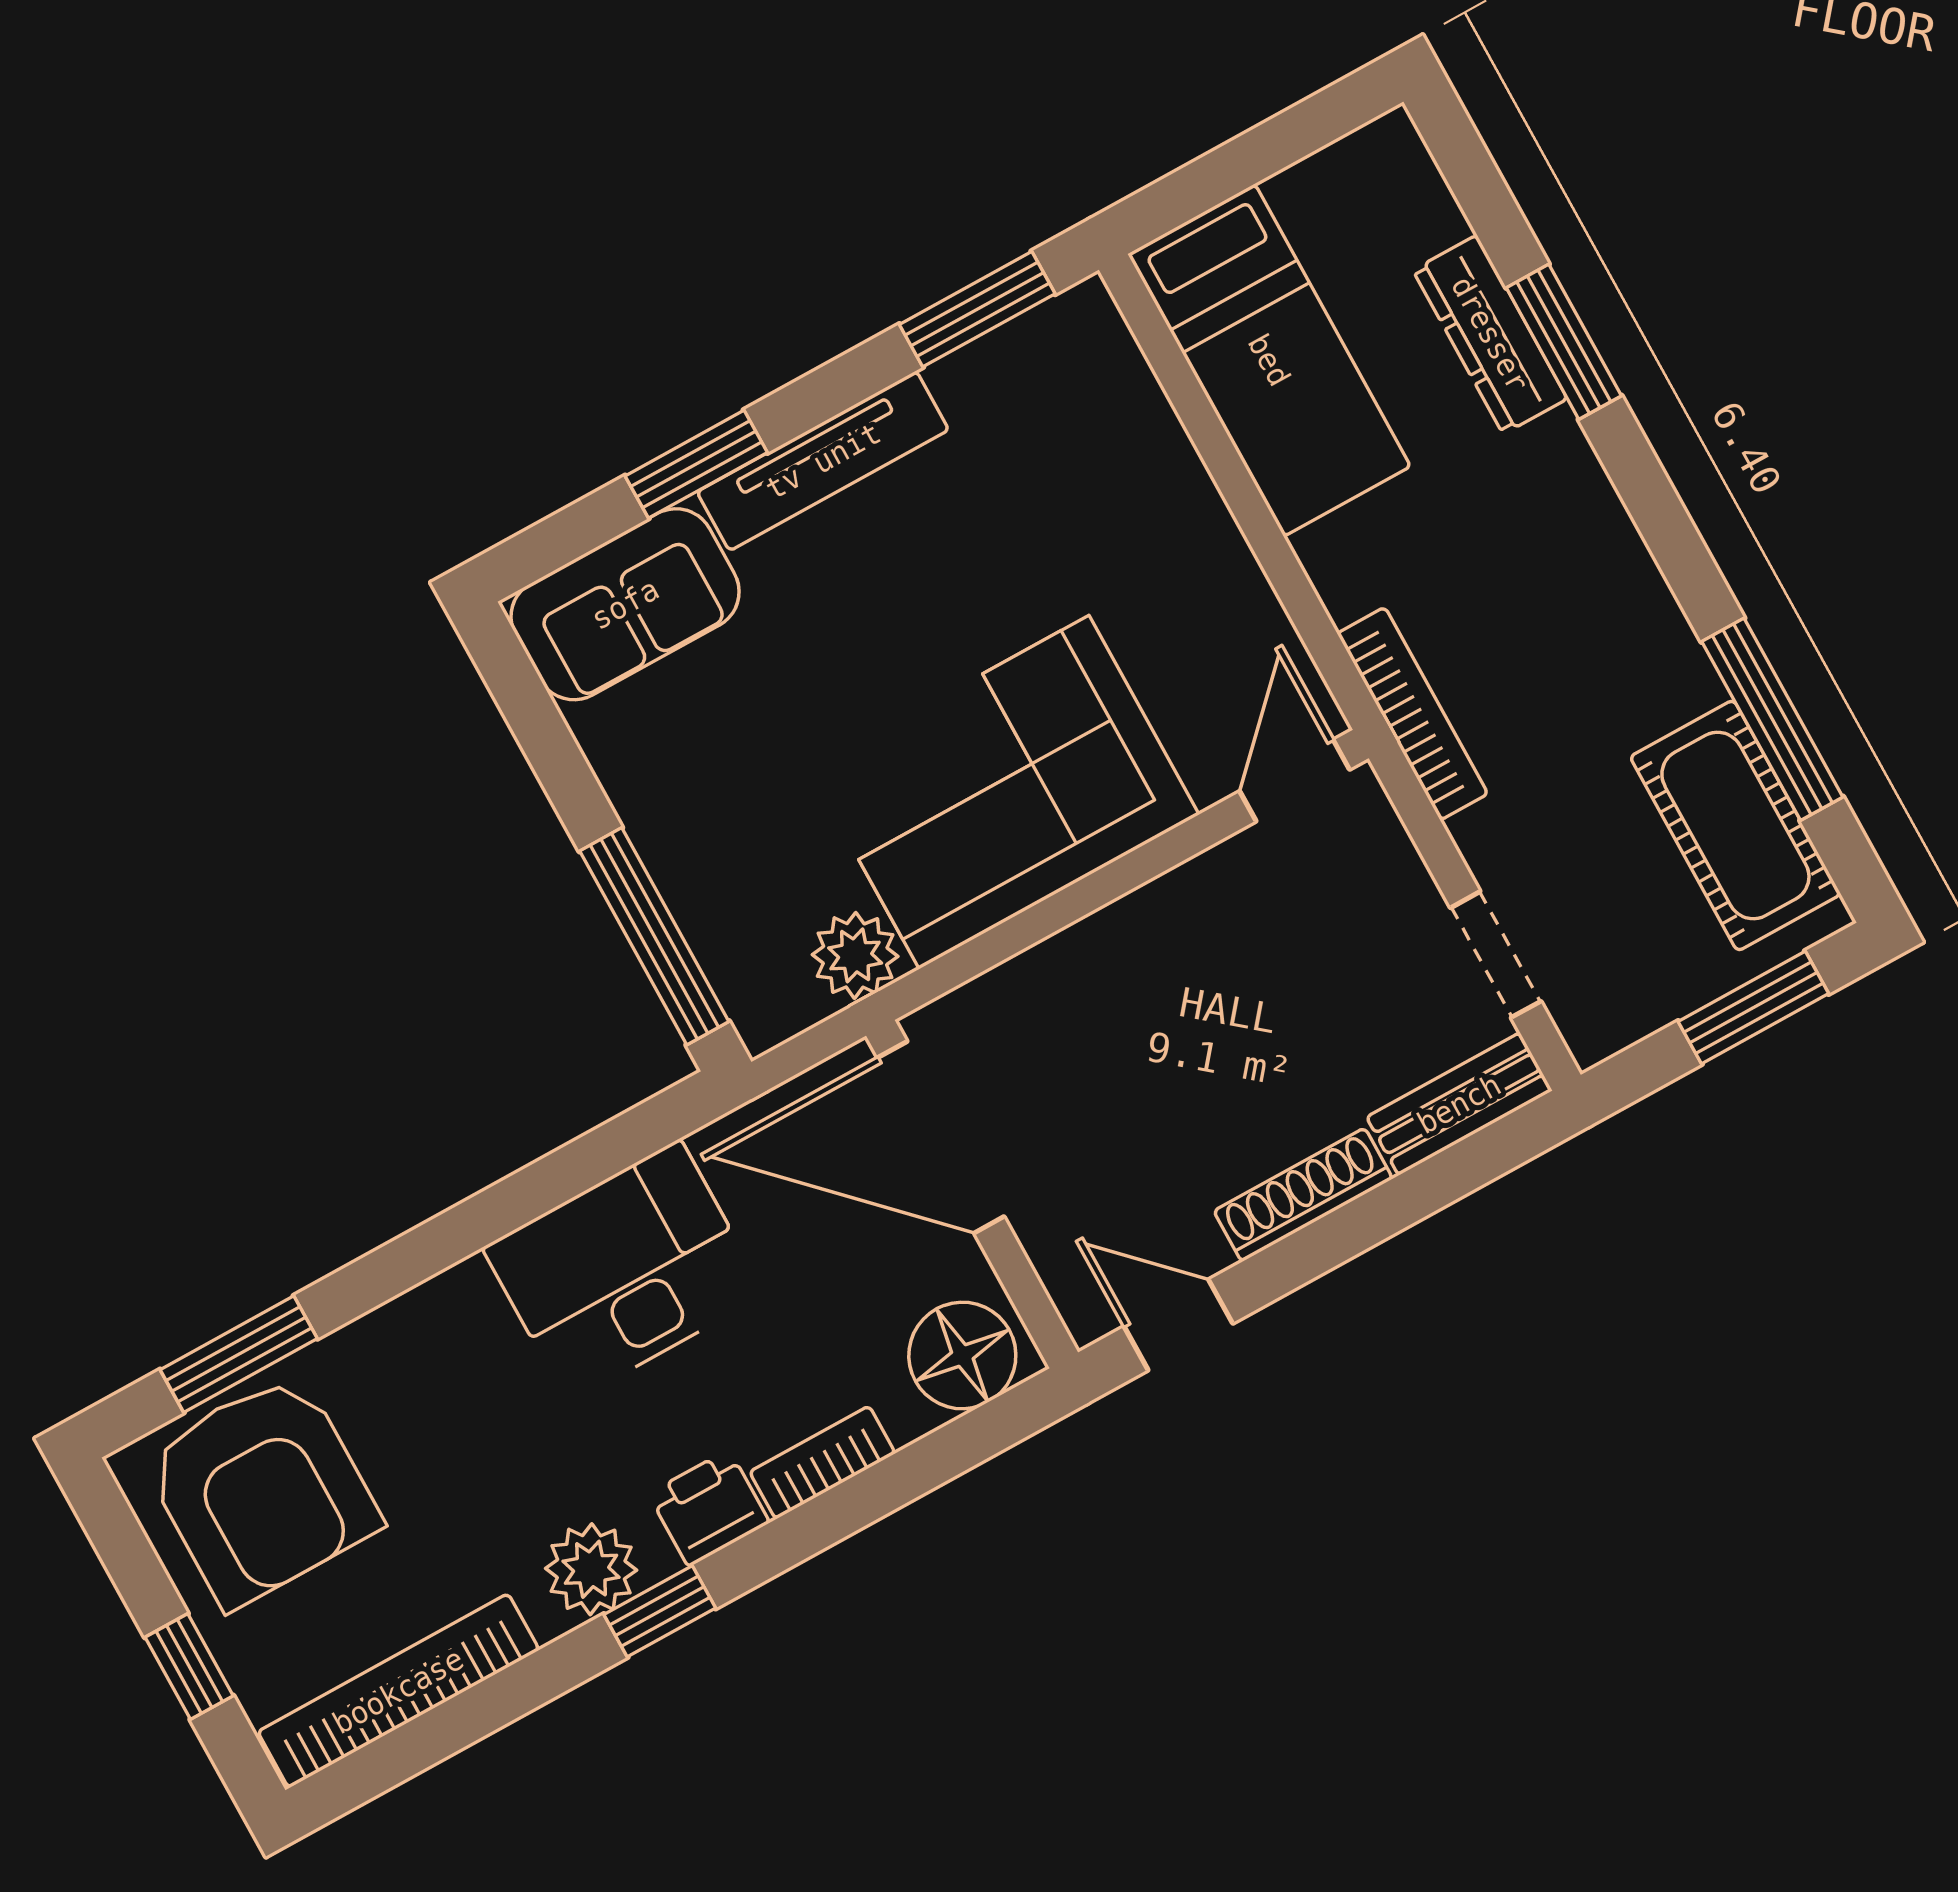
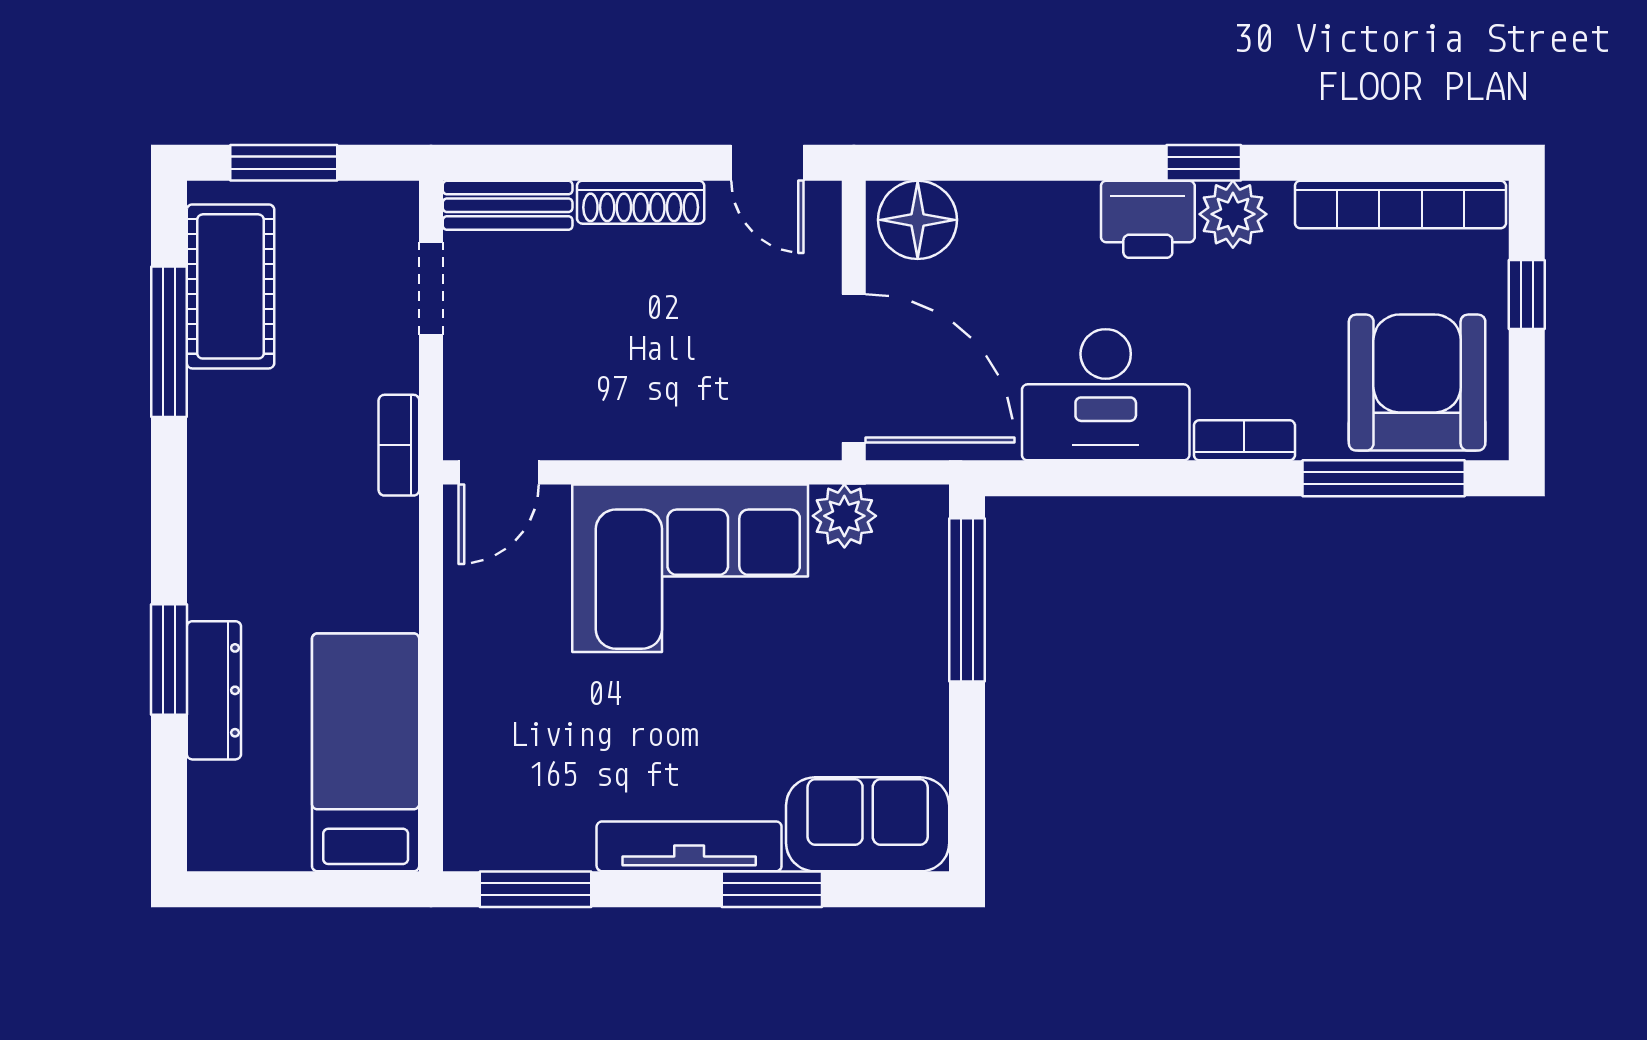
bookcase: (1412, 714) -> (399, 445), width x0.64
window: (239, 1354) -> (1384, 478), width x1.44
bookcase: (822, 1463) -> (1244, 440), moved, turned 180
printer: (709, 1508) -> (1148, 219), width x1.36, depth x1.24

